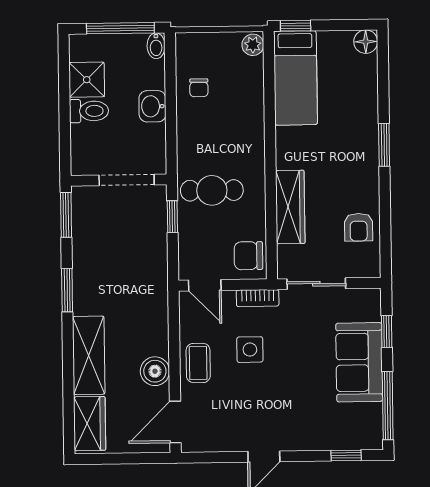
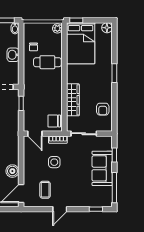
bed: (295, 78) -> (81, 43), width x1.50
cafe table: (212, 190) -> (47, 62), moved
coffee table: (198, 363) -> (45, 190), moved

